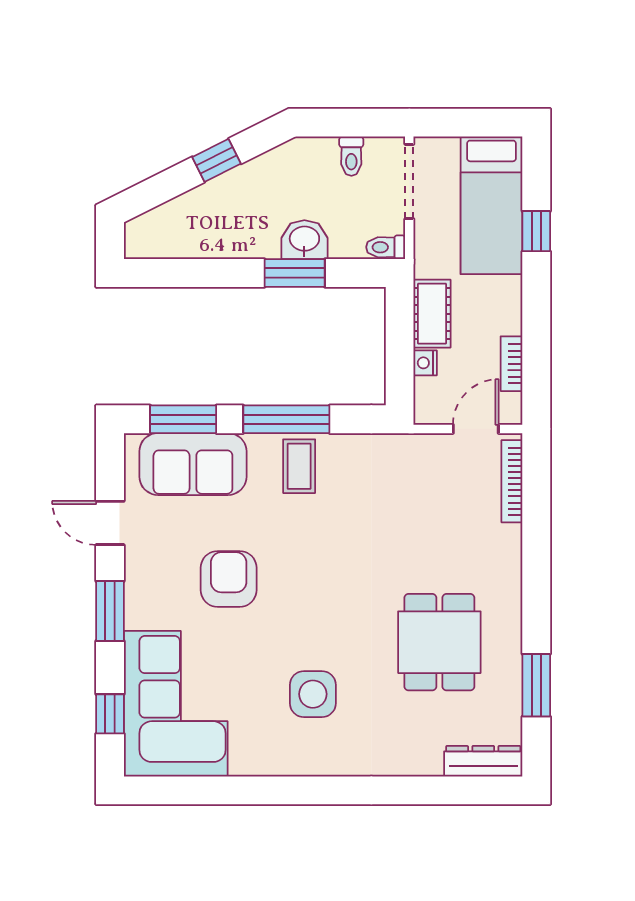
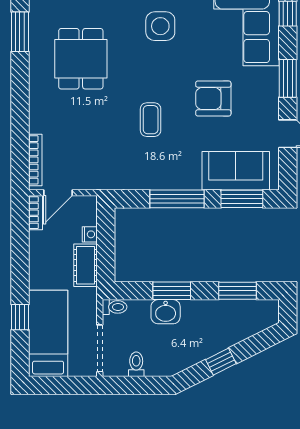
window: (190, 273) -> (238, 291), added
bookcase: (512, 364) -> (35, 213), moved
coffee table: (299, 466) -> (151, 120), moved
armchair: (229, 579) -> (213, 99), turned 90

